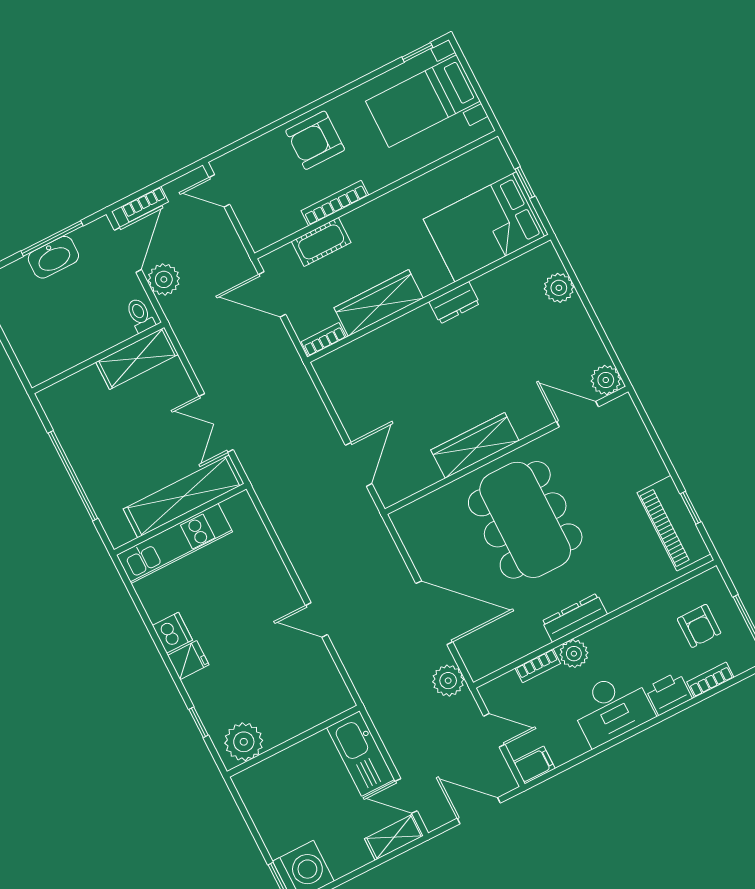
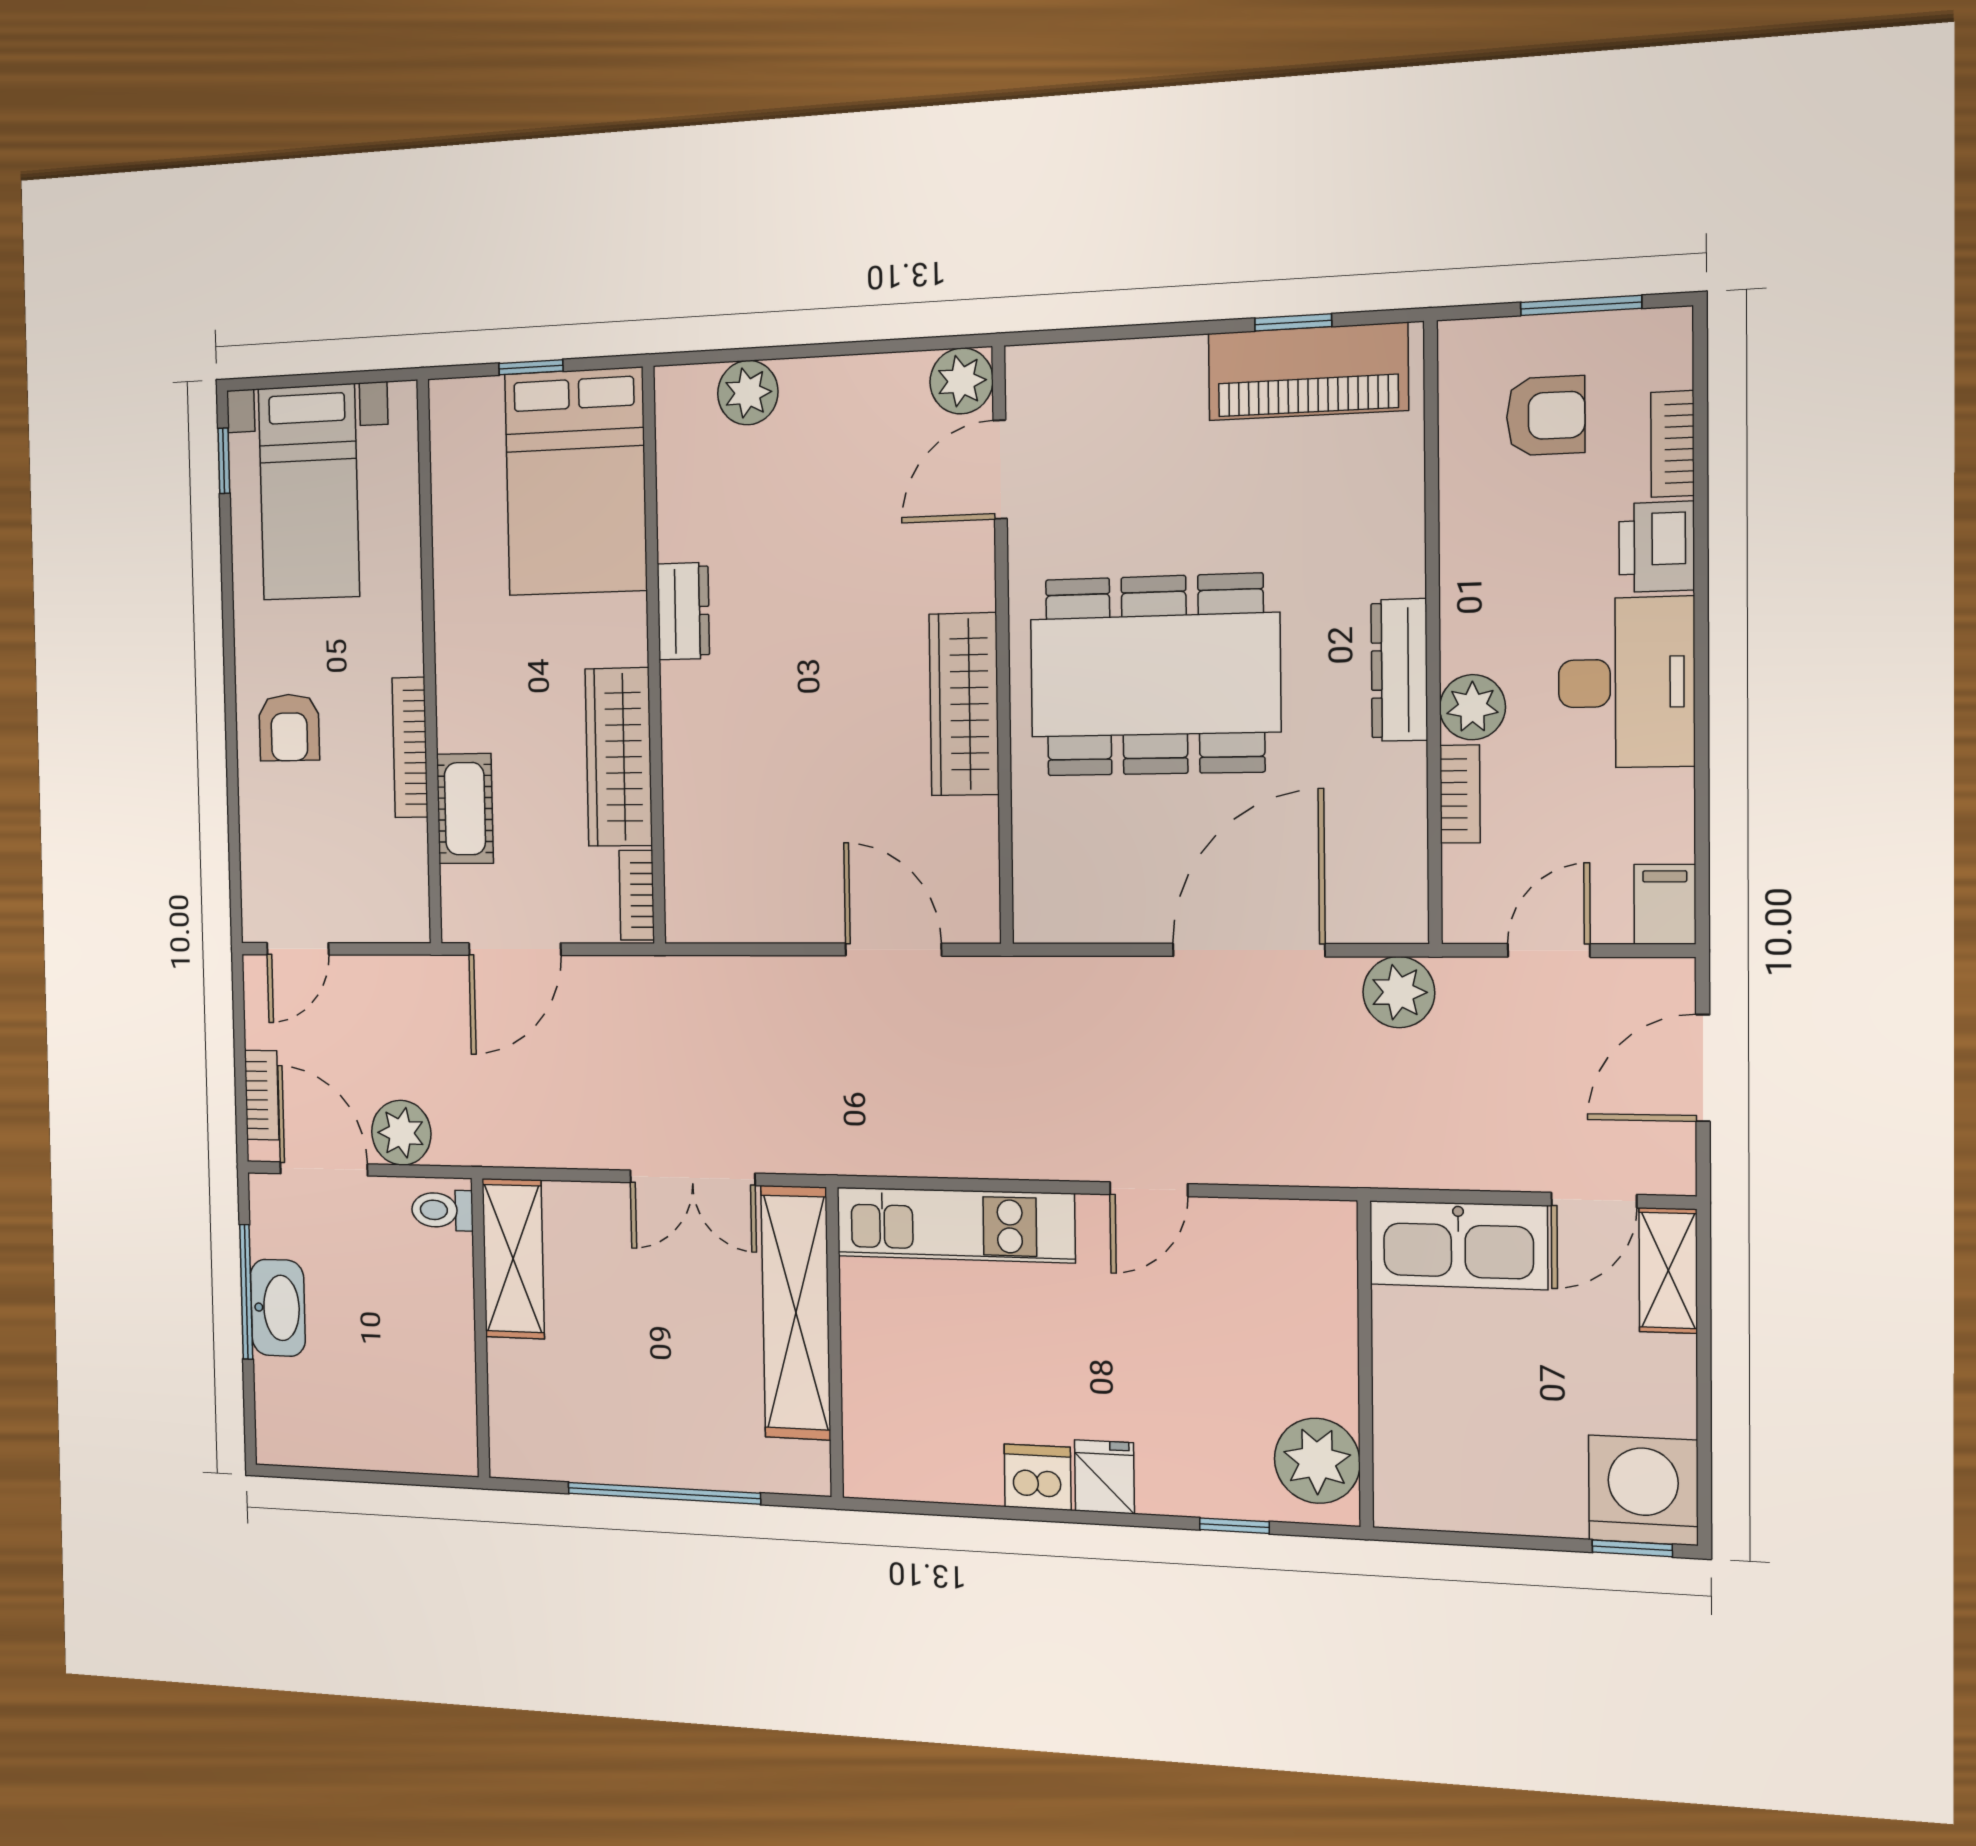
armchair: (315, 140) -> (289, 728), width x0.72, depth x0.72
kitchen unit: (174, 543) -> (955, 1225), moved, turned 90

